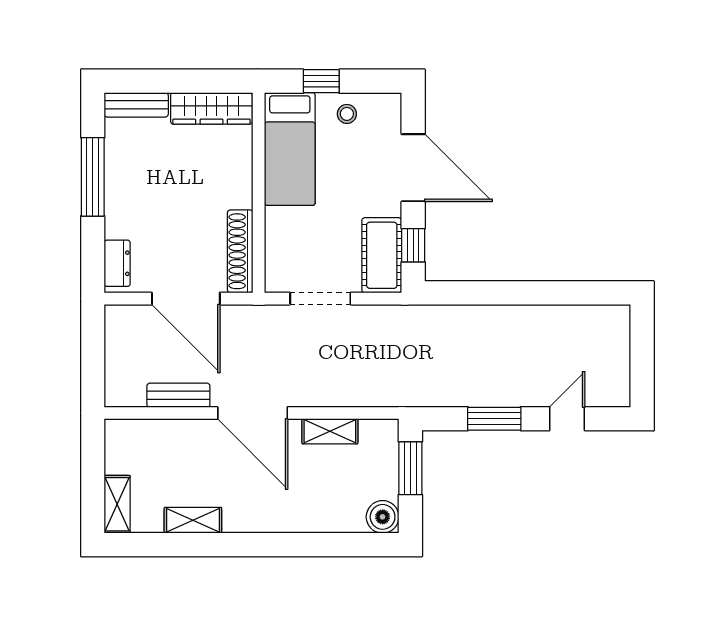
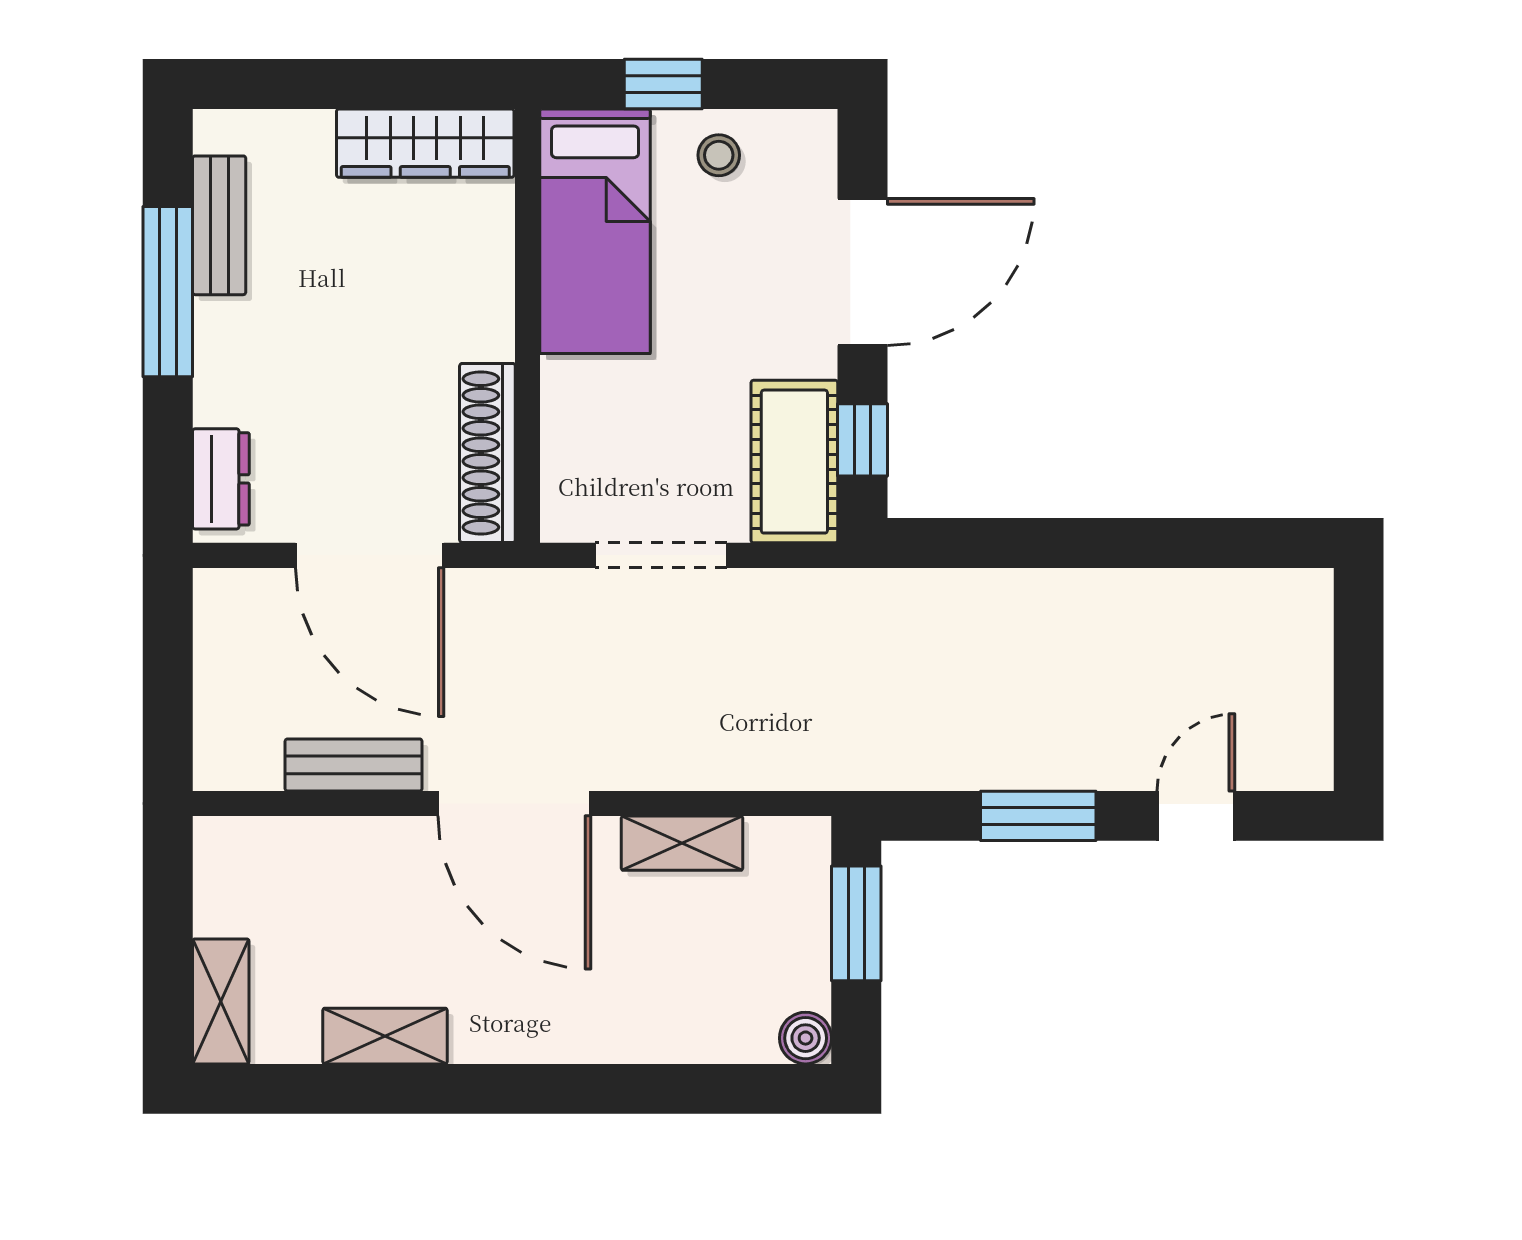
bench: (136, 105) -> (219, 225), moved, turned 90
door: (413, 168) -> (862, 272), hinge flipped
boiler: (383, 517) -> (806, 1038), width x0.73, depth x0.73

